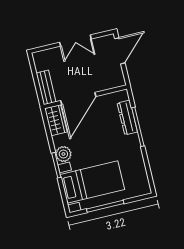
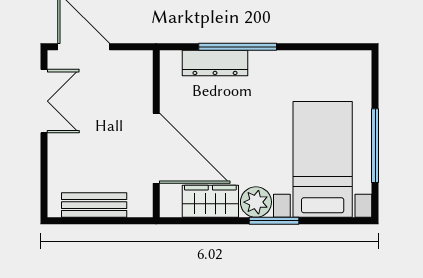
double door: (75, 41) -> (44, 101), moved
bench: (46, 87) -> (94, 205), moved
wardrobe: (56, 120) -> (210, 201), moved

